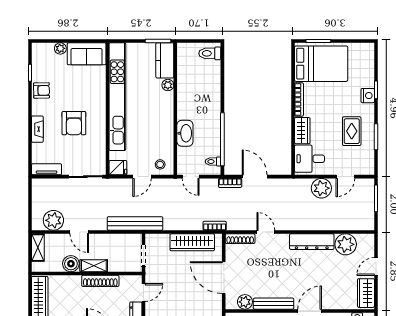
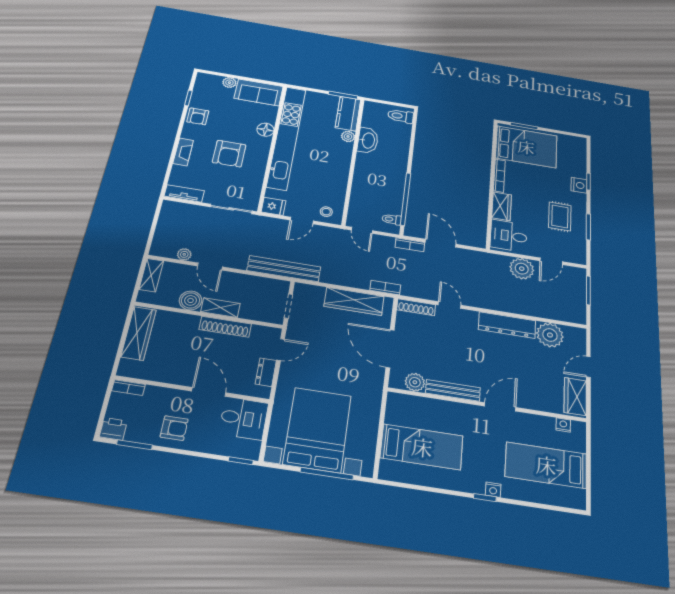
armchair: (42, 90) -> (198, 116), turned 91
floor lamp: (99, 92) -> (265, 130), added
washbasin: (185, 133) -> (368, 140), moved
plant: (53, 220) -> (184, 254), width x0.53, depth x0.53

